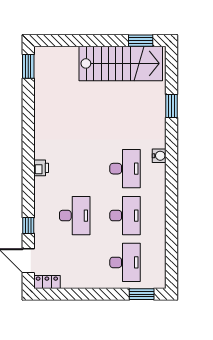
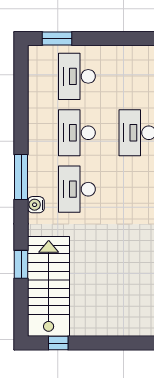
window: (141, 41) -> (58, 343), width x0.67
stairs: (121, 63) -> (49, 286), moved, turned 90
window: (171, 179) -> (21, 177), added

